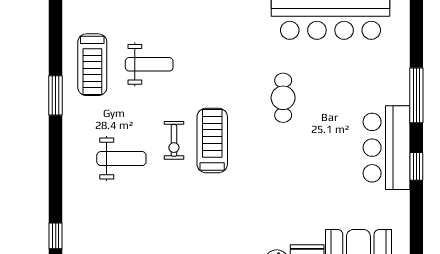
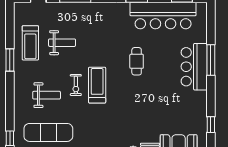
bar counter: (387, 148) -> (194, 67), moved
window: (416, 166) -> (211, 125), moved
exercise mat: (125, 226) -> (48, 132), added

